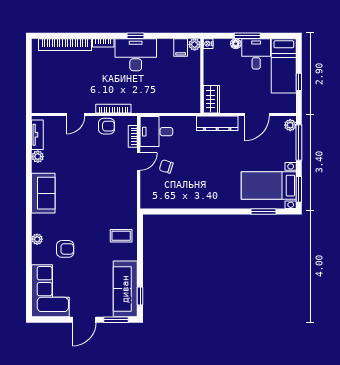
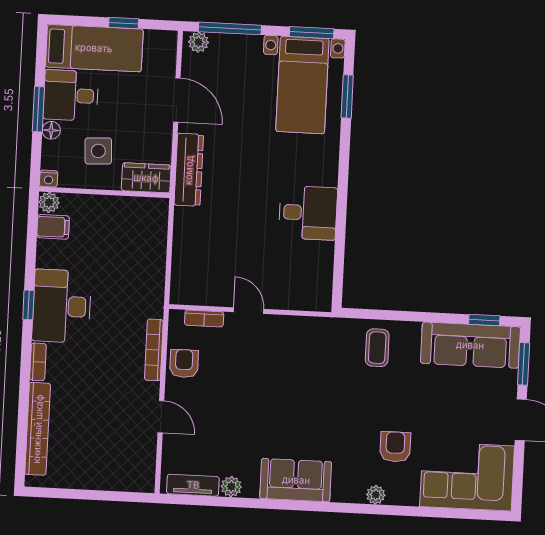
side table: (225, 71) -> (98, 151), added
desk: (156, 132) -> (308, 213), moved, turned -90
chair: (166, 166) -> (260, 263), removed

